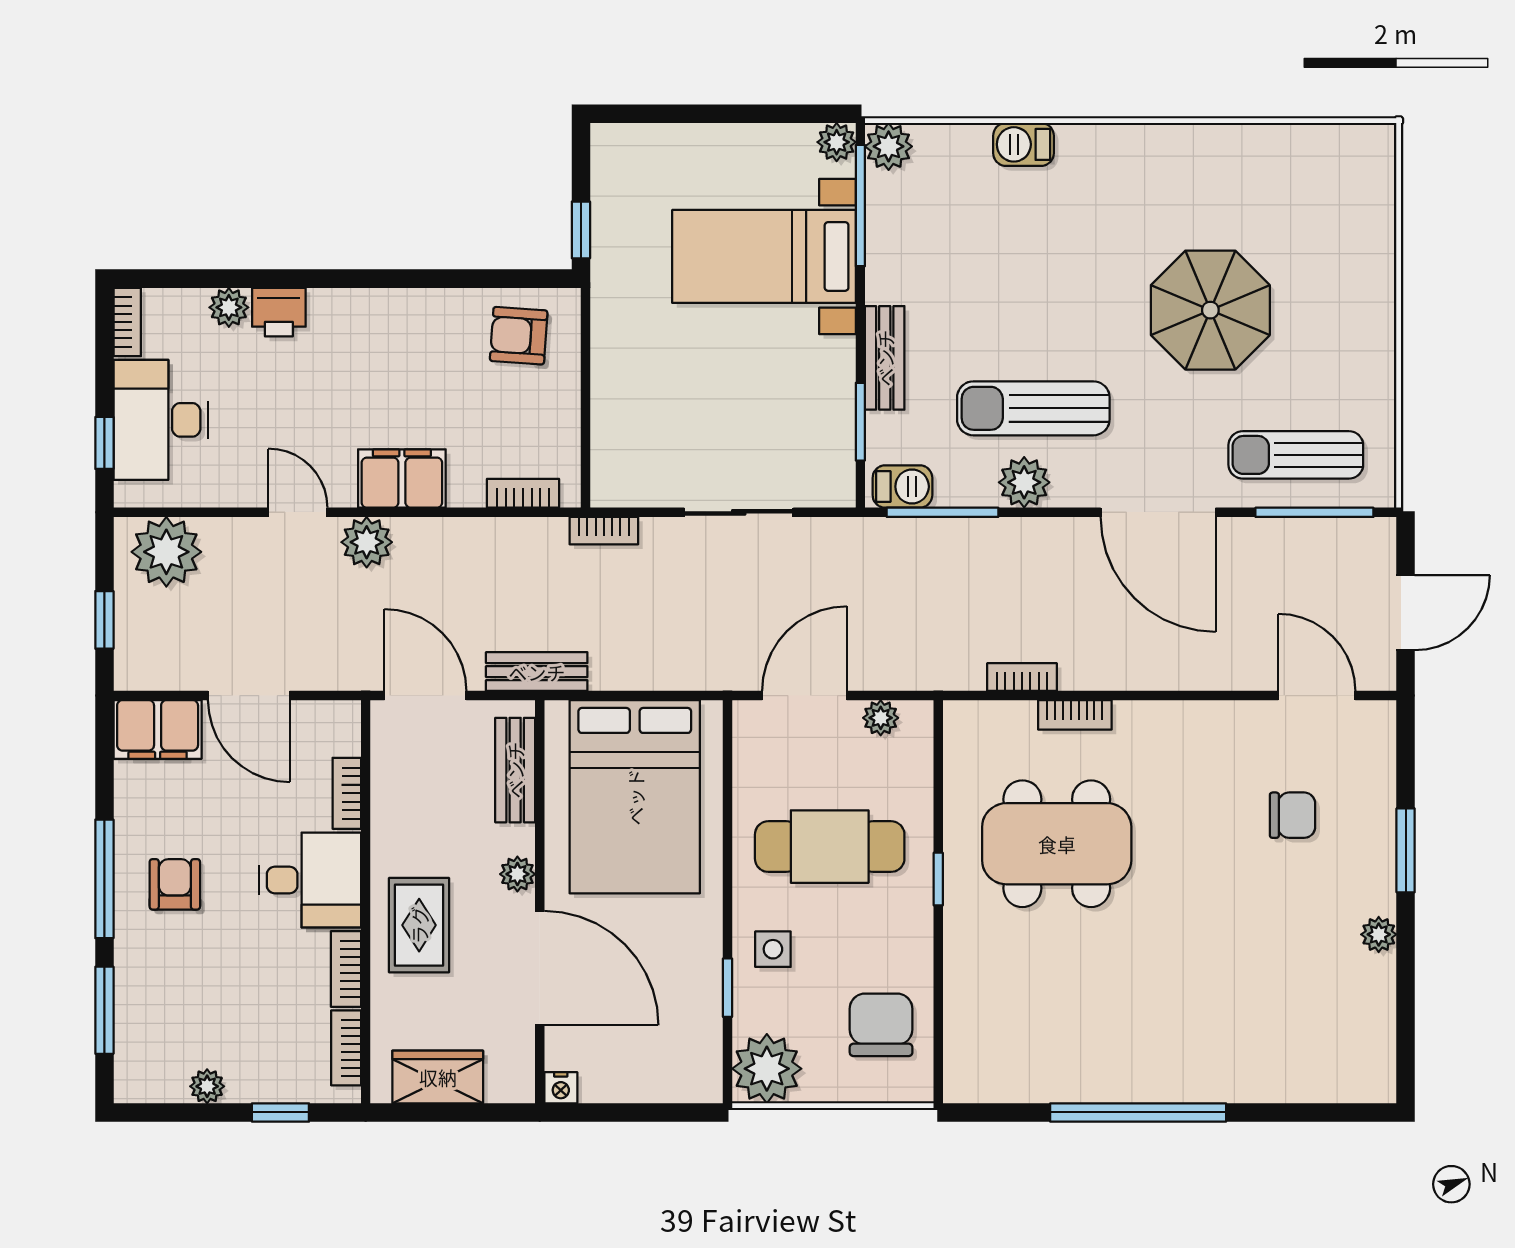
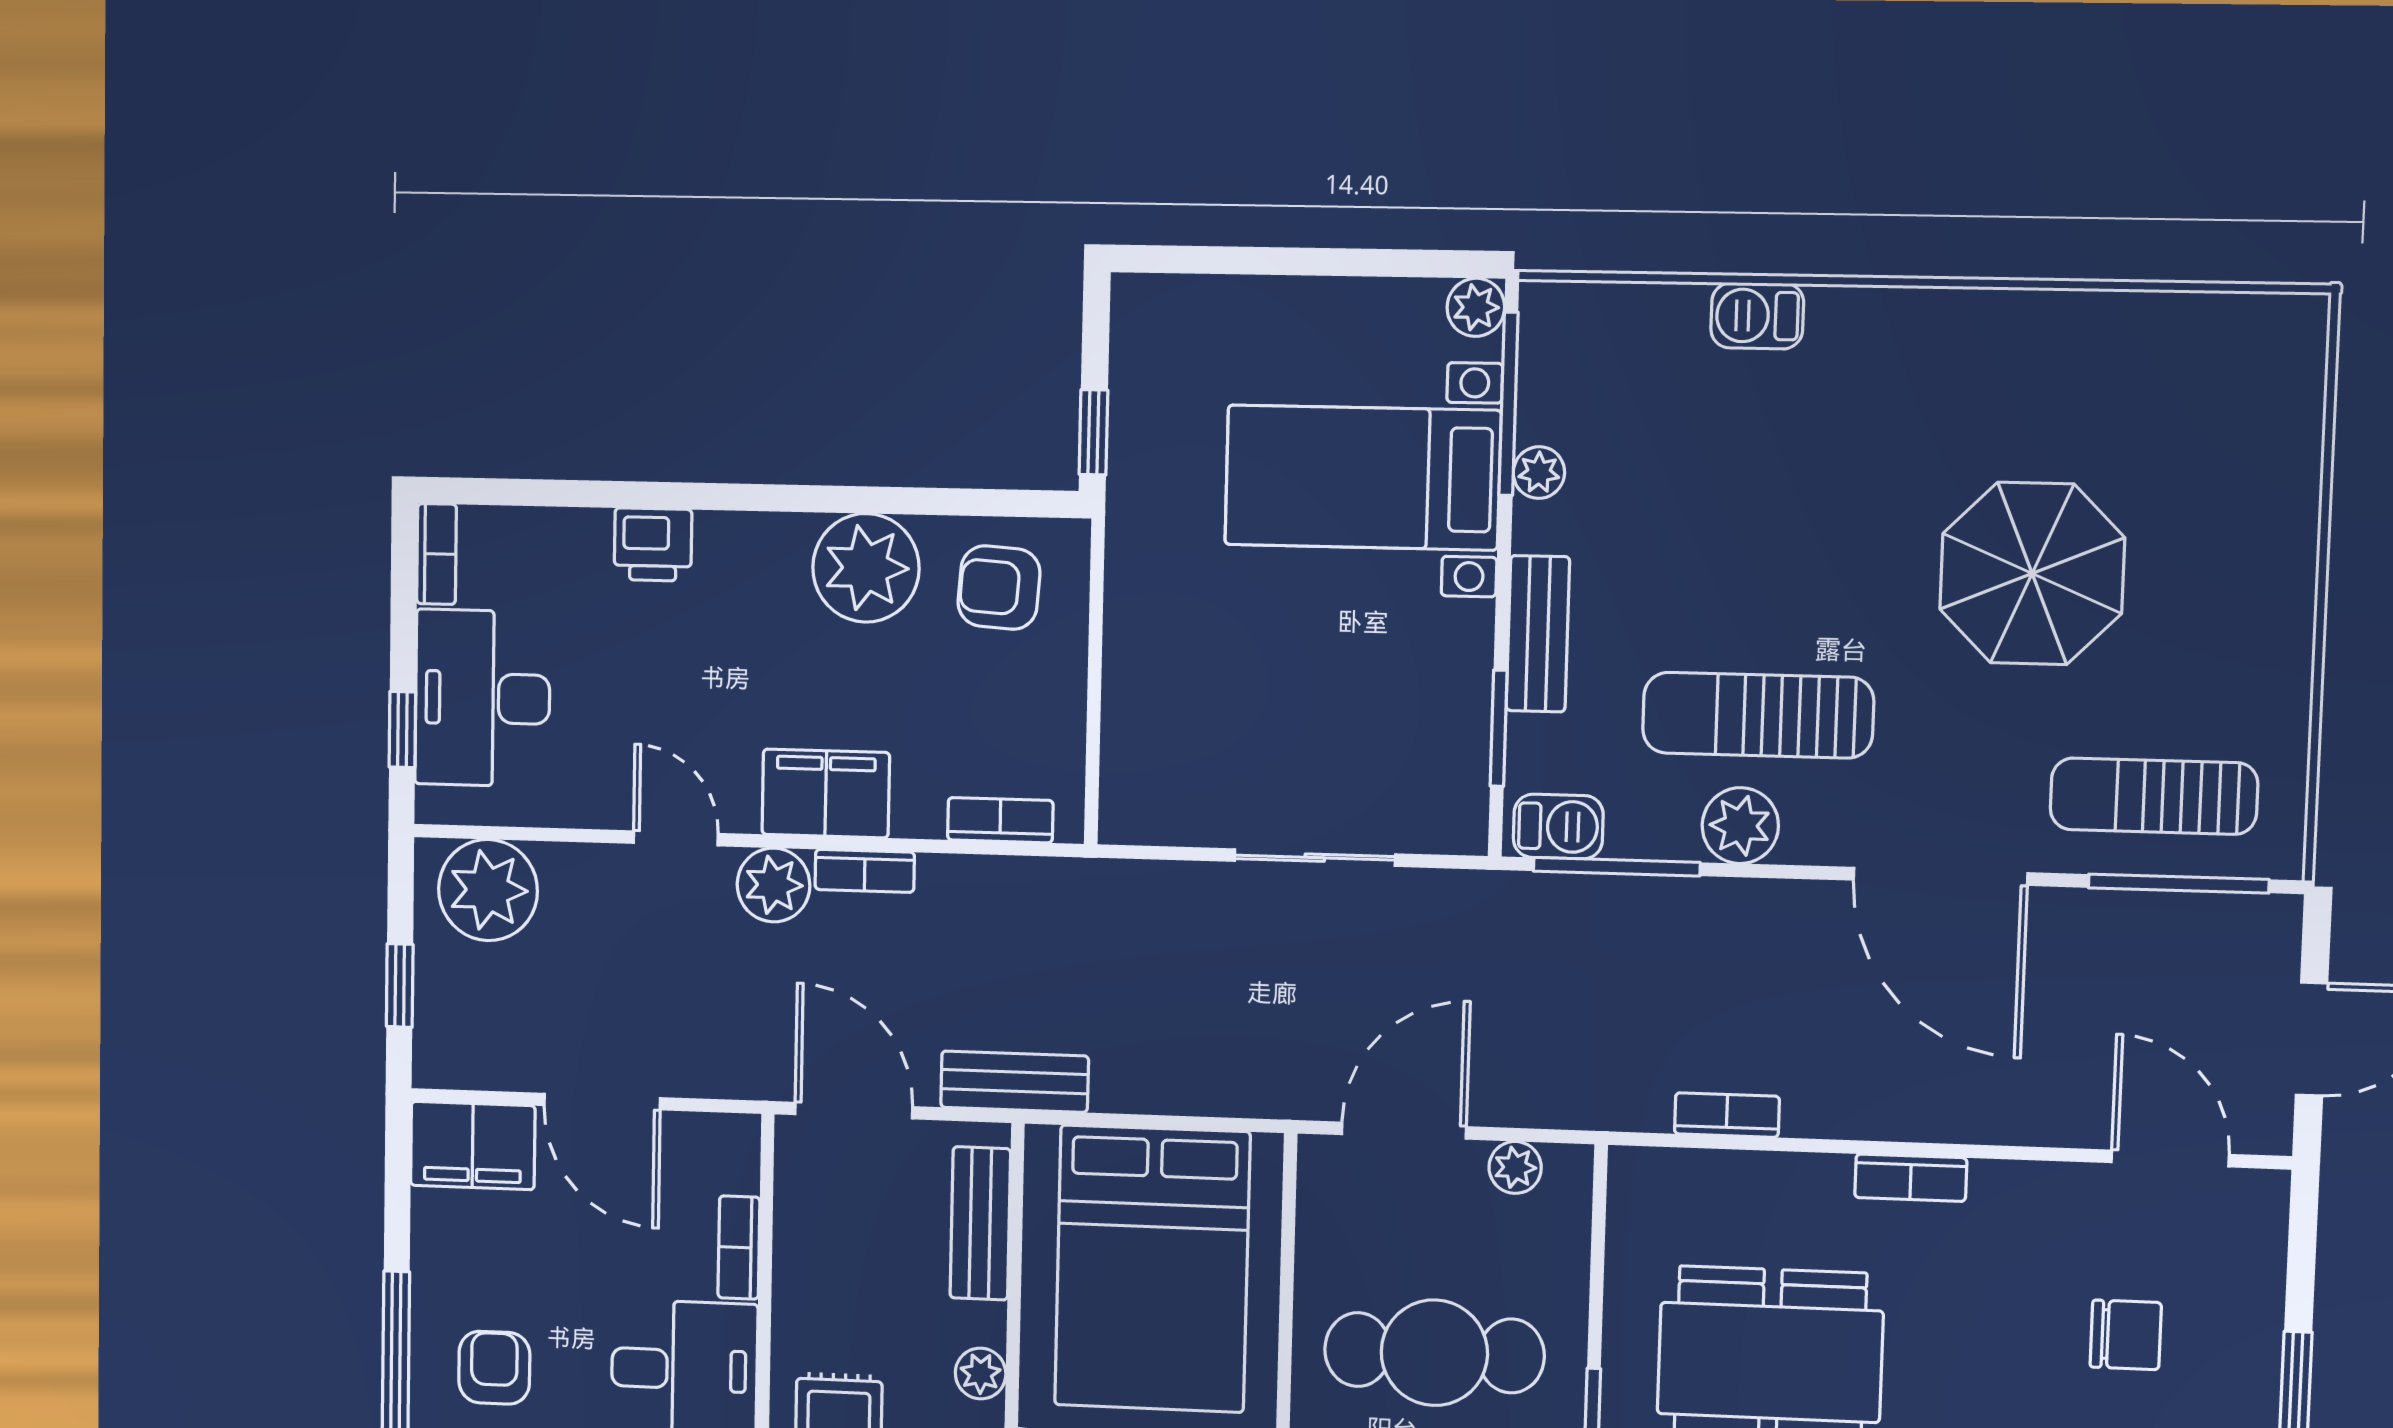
plant: (889, 146) -> (1539, 473), moved, width x0.73, depth x0.73
plant: (229, 307) -> (866, 568), moved, width x1.87, depth x1.87
bookcase: (604, 531) -> (865, 871), moved
bookcase: (1075, 715) -> (1911, 1178), moved

